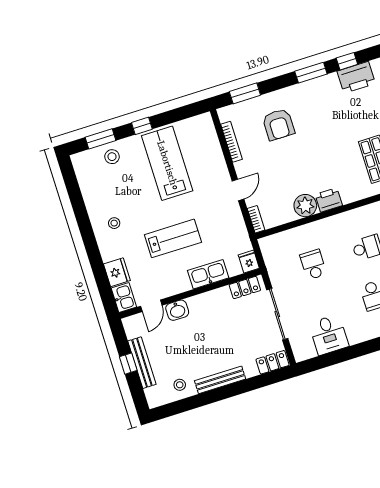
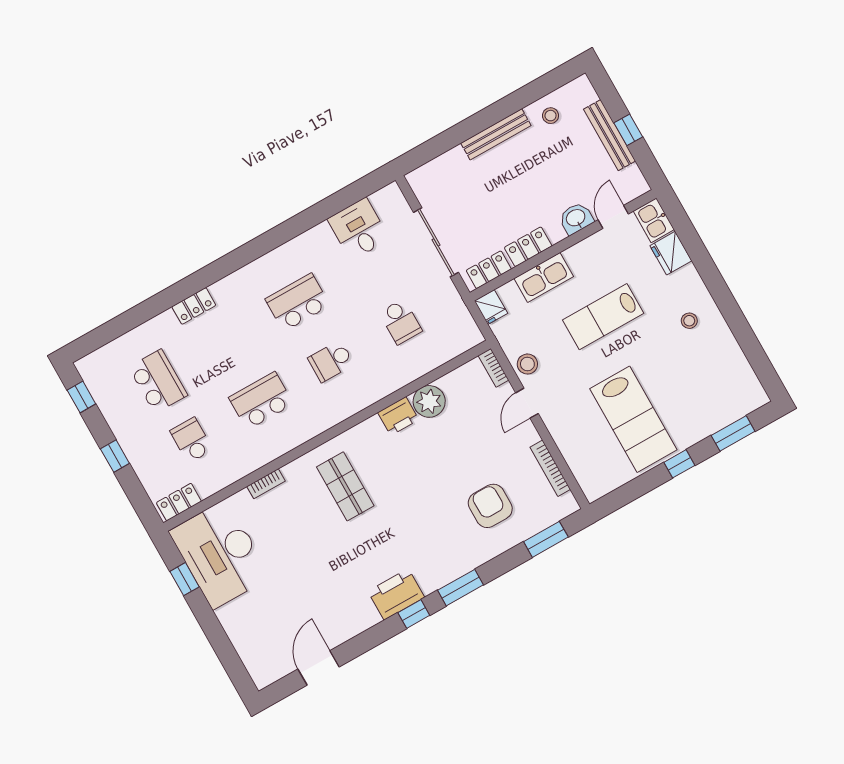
stool: (112, 157) -> (527, 364), moved
locker: (272, 362) -> (528, 247), moved, turned 180

